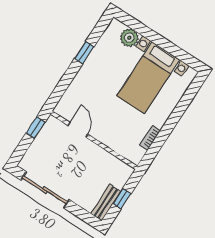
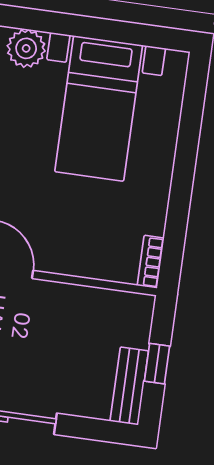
bookcase: (150, 138) -> (151, 262), moved

